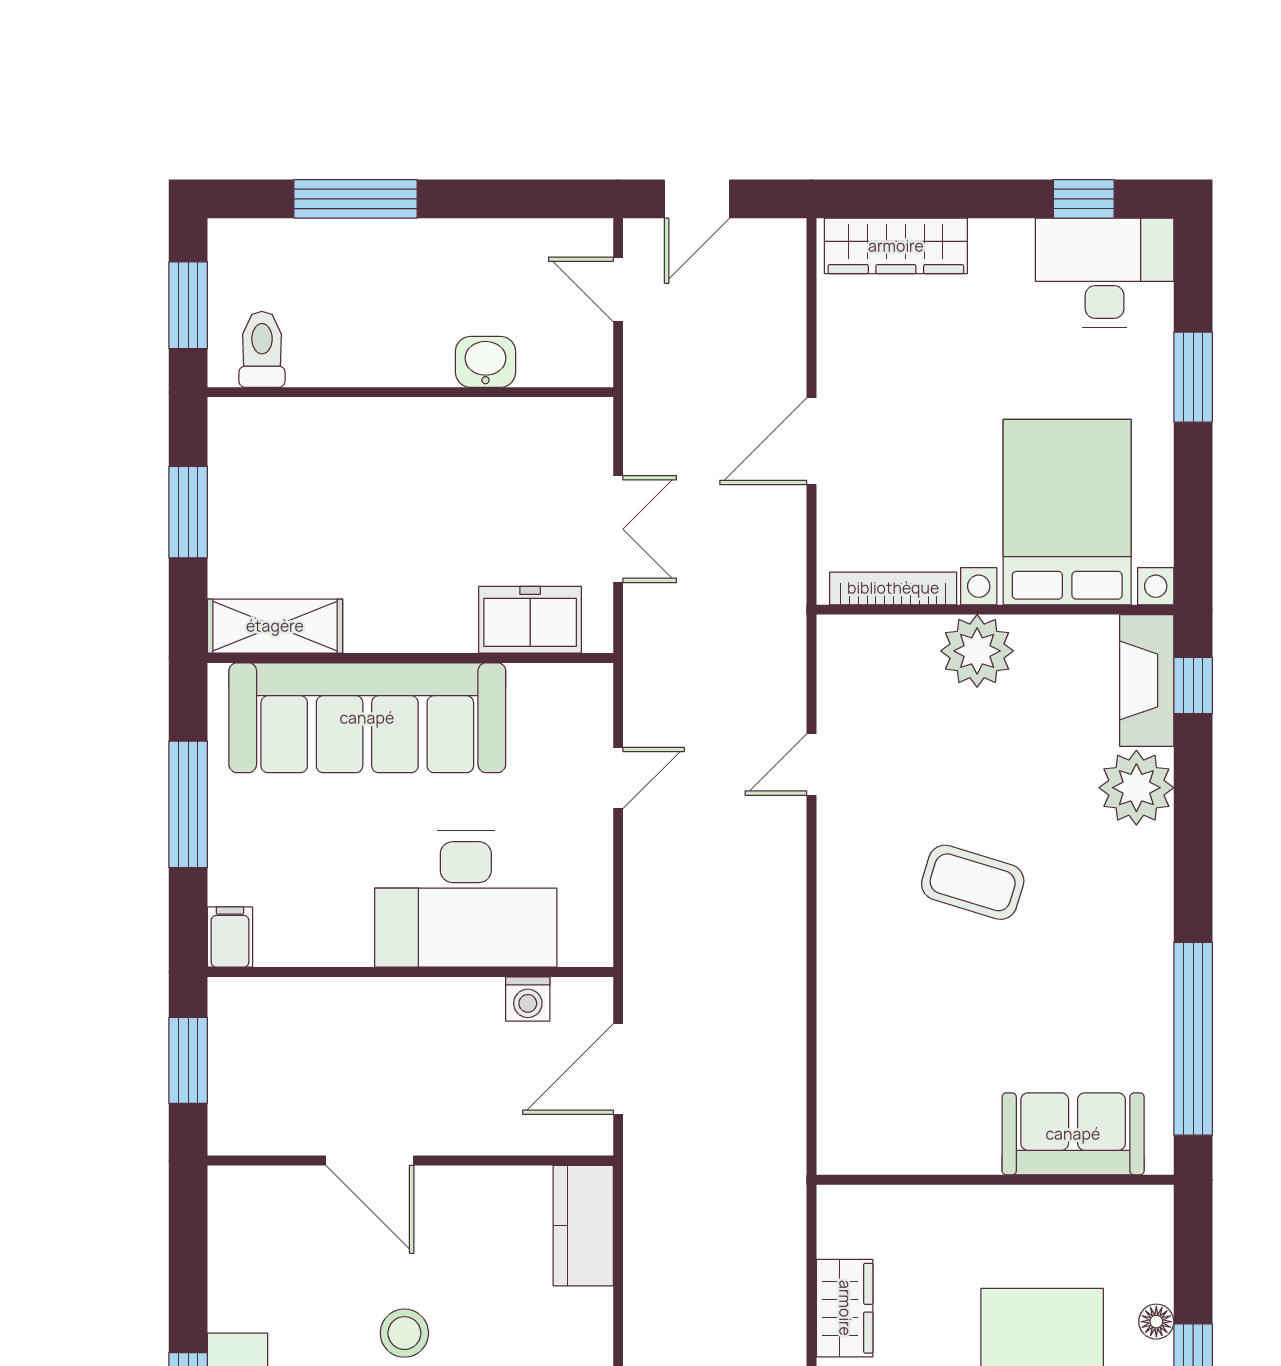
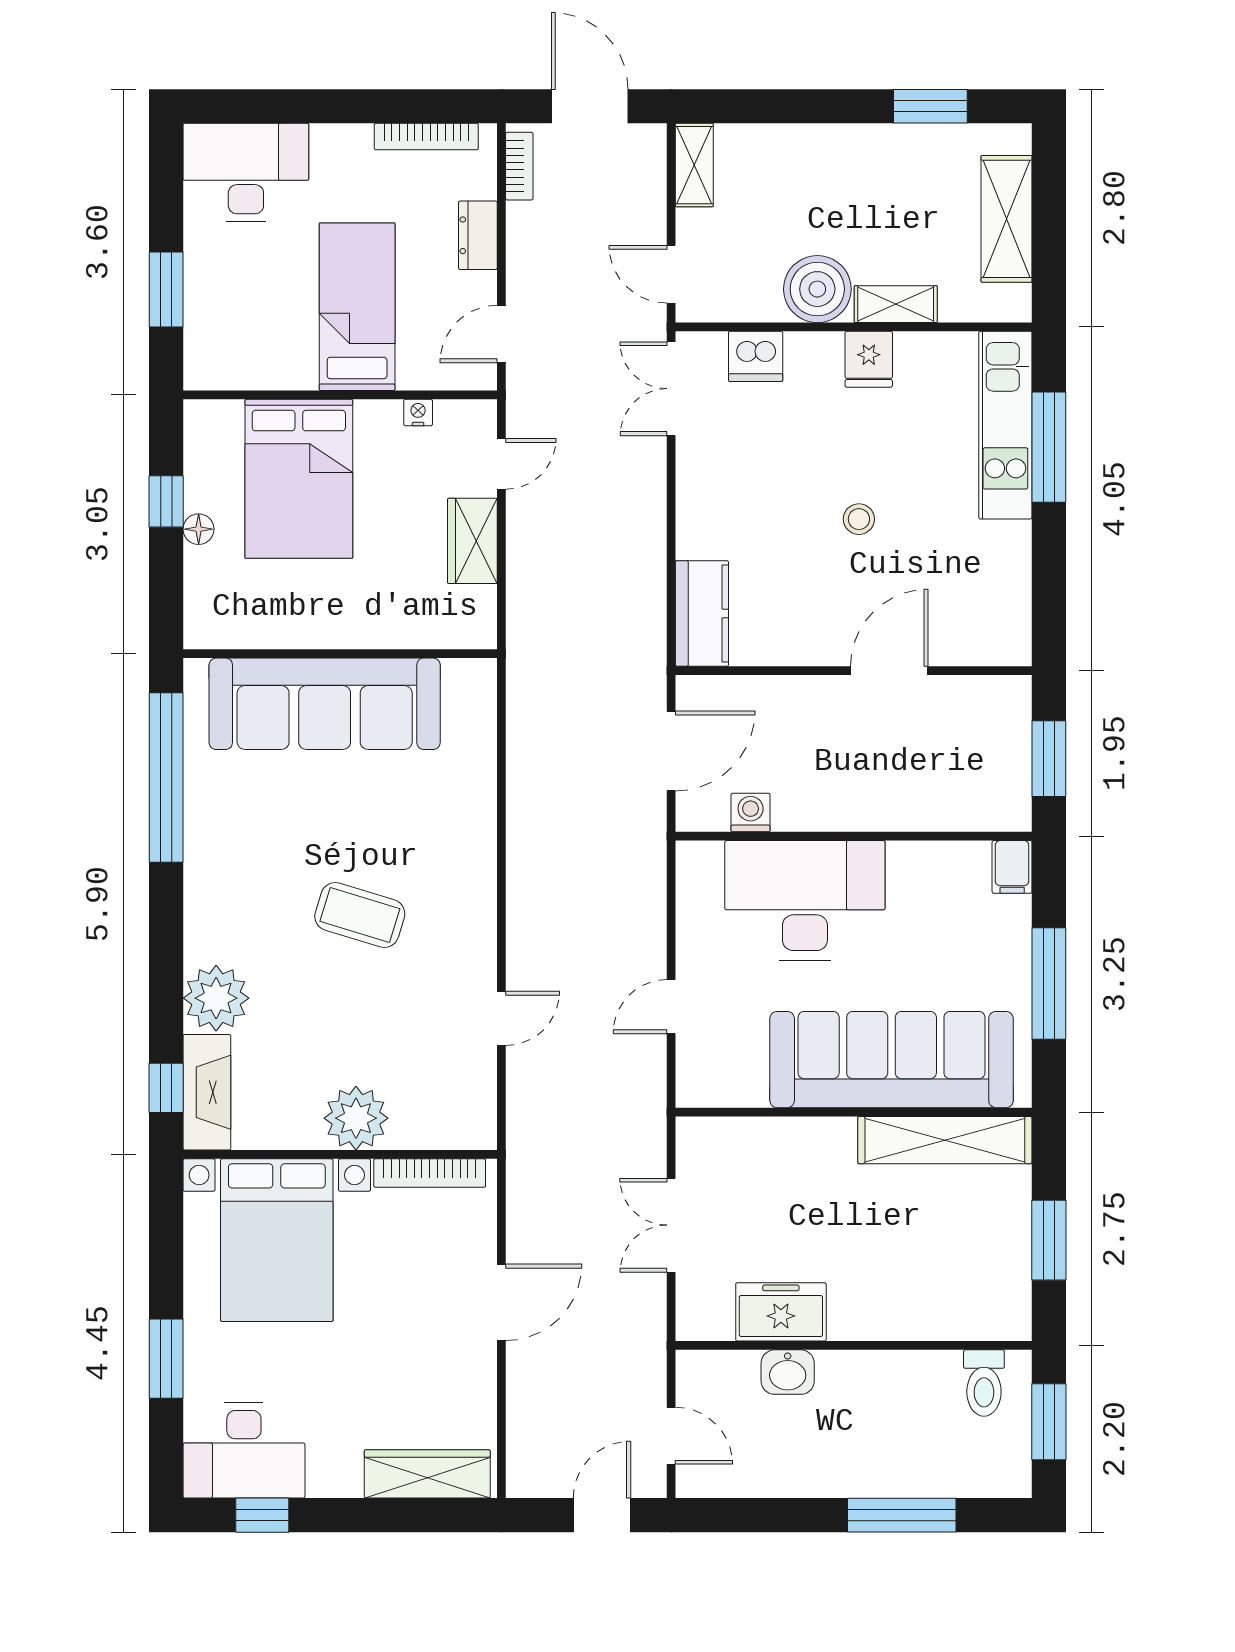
freezer: (530, 620) -> (781, 1312), moved, turned 180
shelving: (275, 626) -> (945, 1140), width x1.47
sofa: (1073, 1134) -> (325, 704), width x1.85, depth x1.27
door: (370, 1160) -> (889, 671), hinge flipped
stool: (404, 1333) -> (859, 519), width x0.73, depth x0.73

